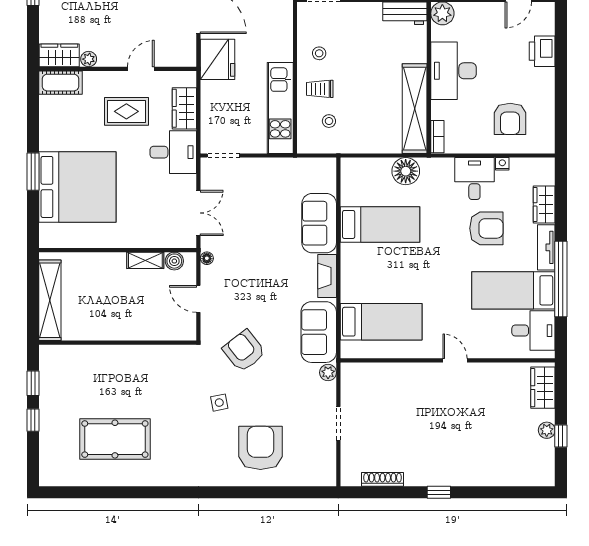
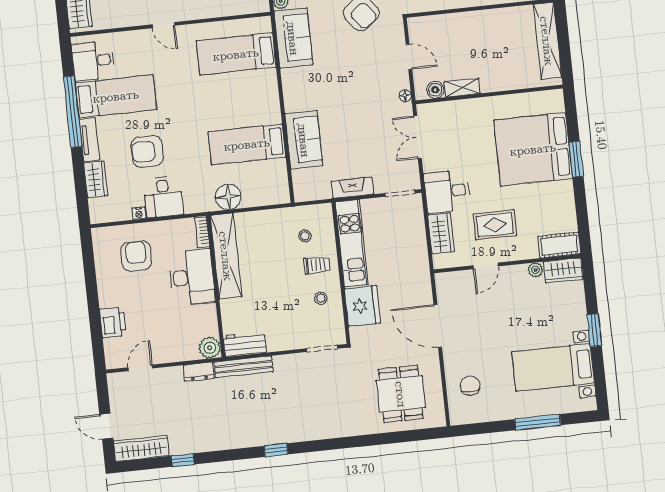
fridge: (218, 59) -> (362, 306), moved, turned 180
desk: (454, 71) -> (192, 277), moved
fireplace: (327, 276) -> (352, 188), moved, turned -90

